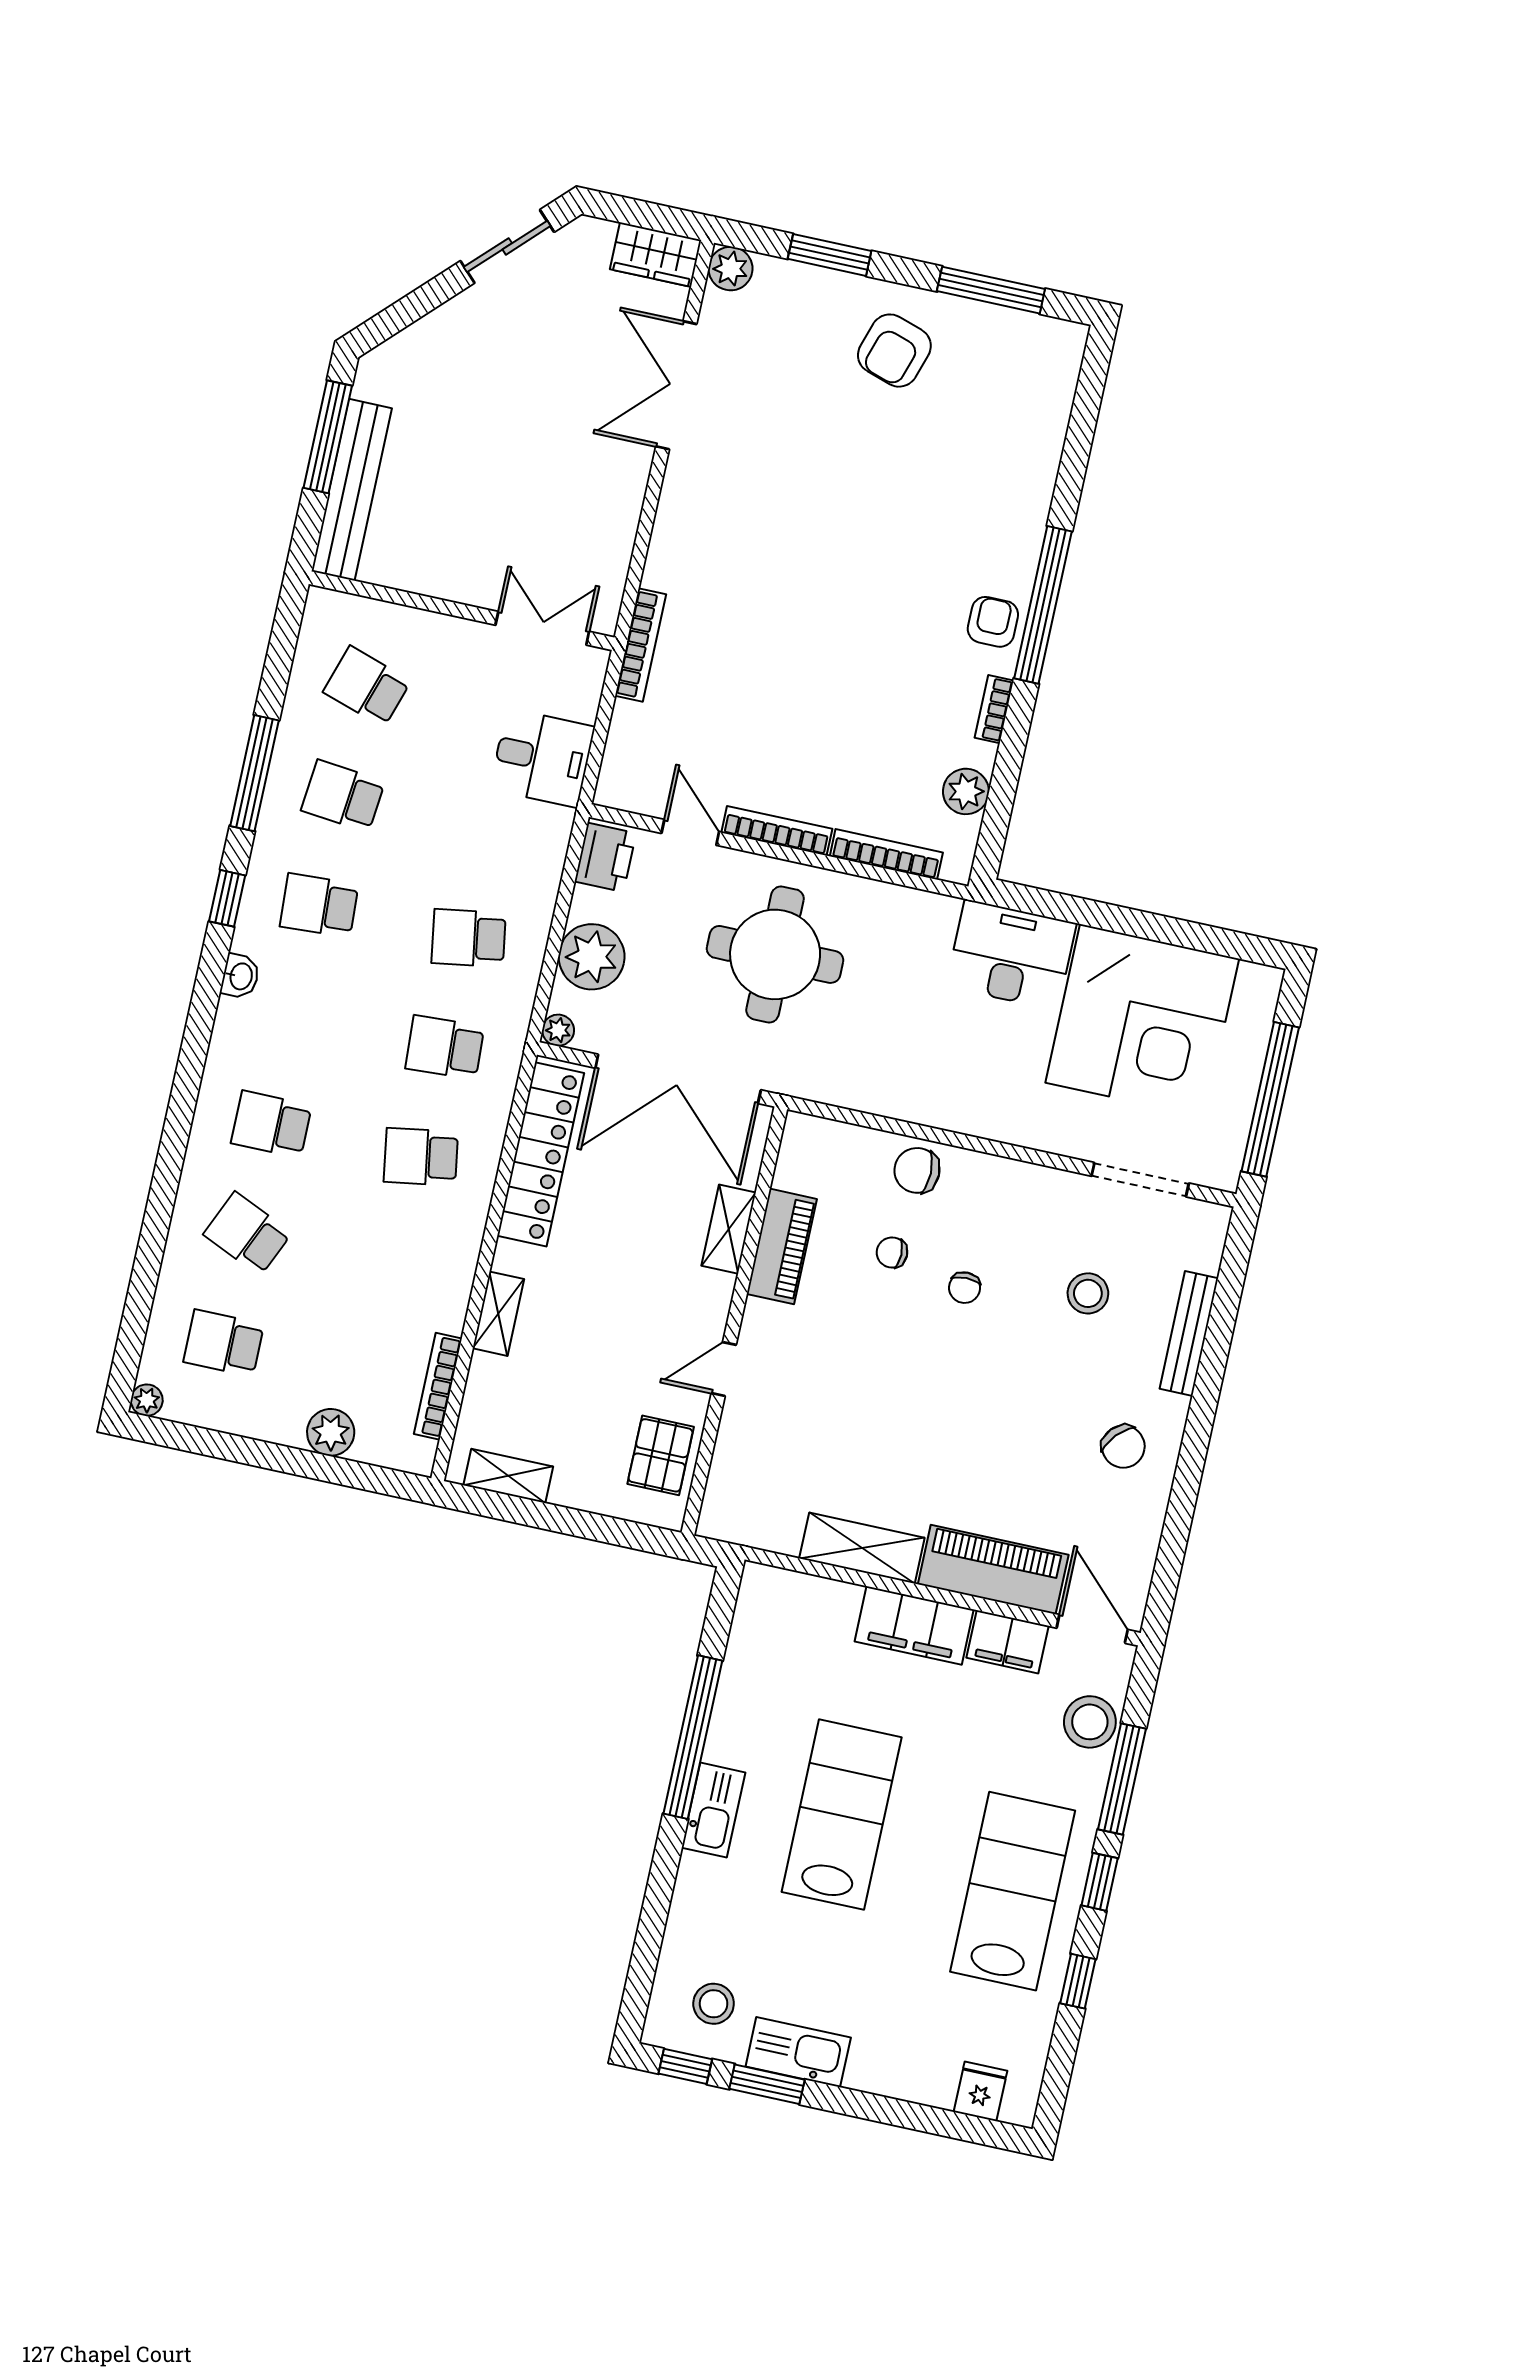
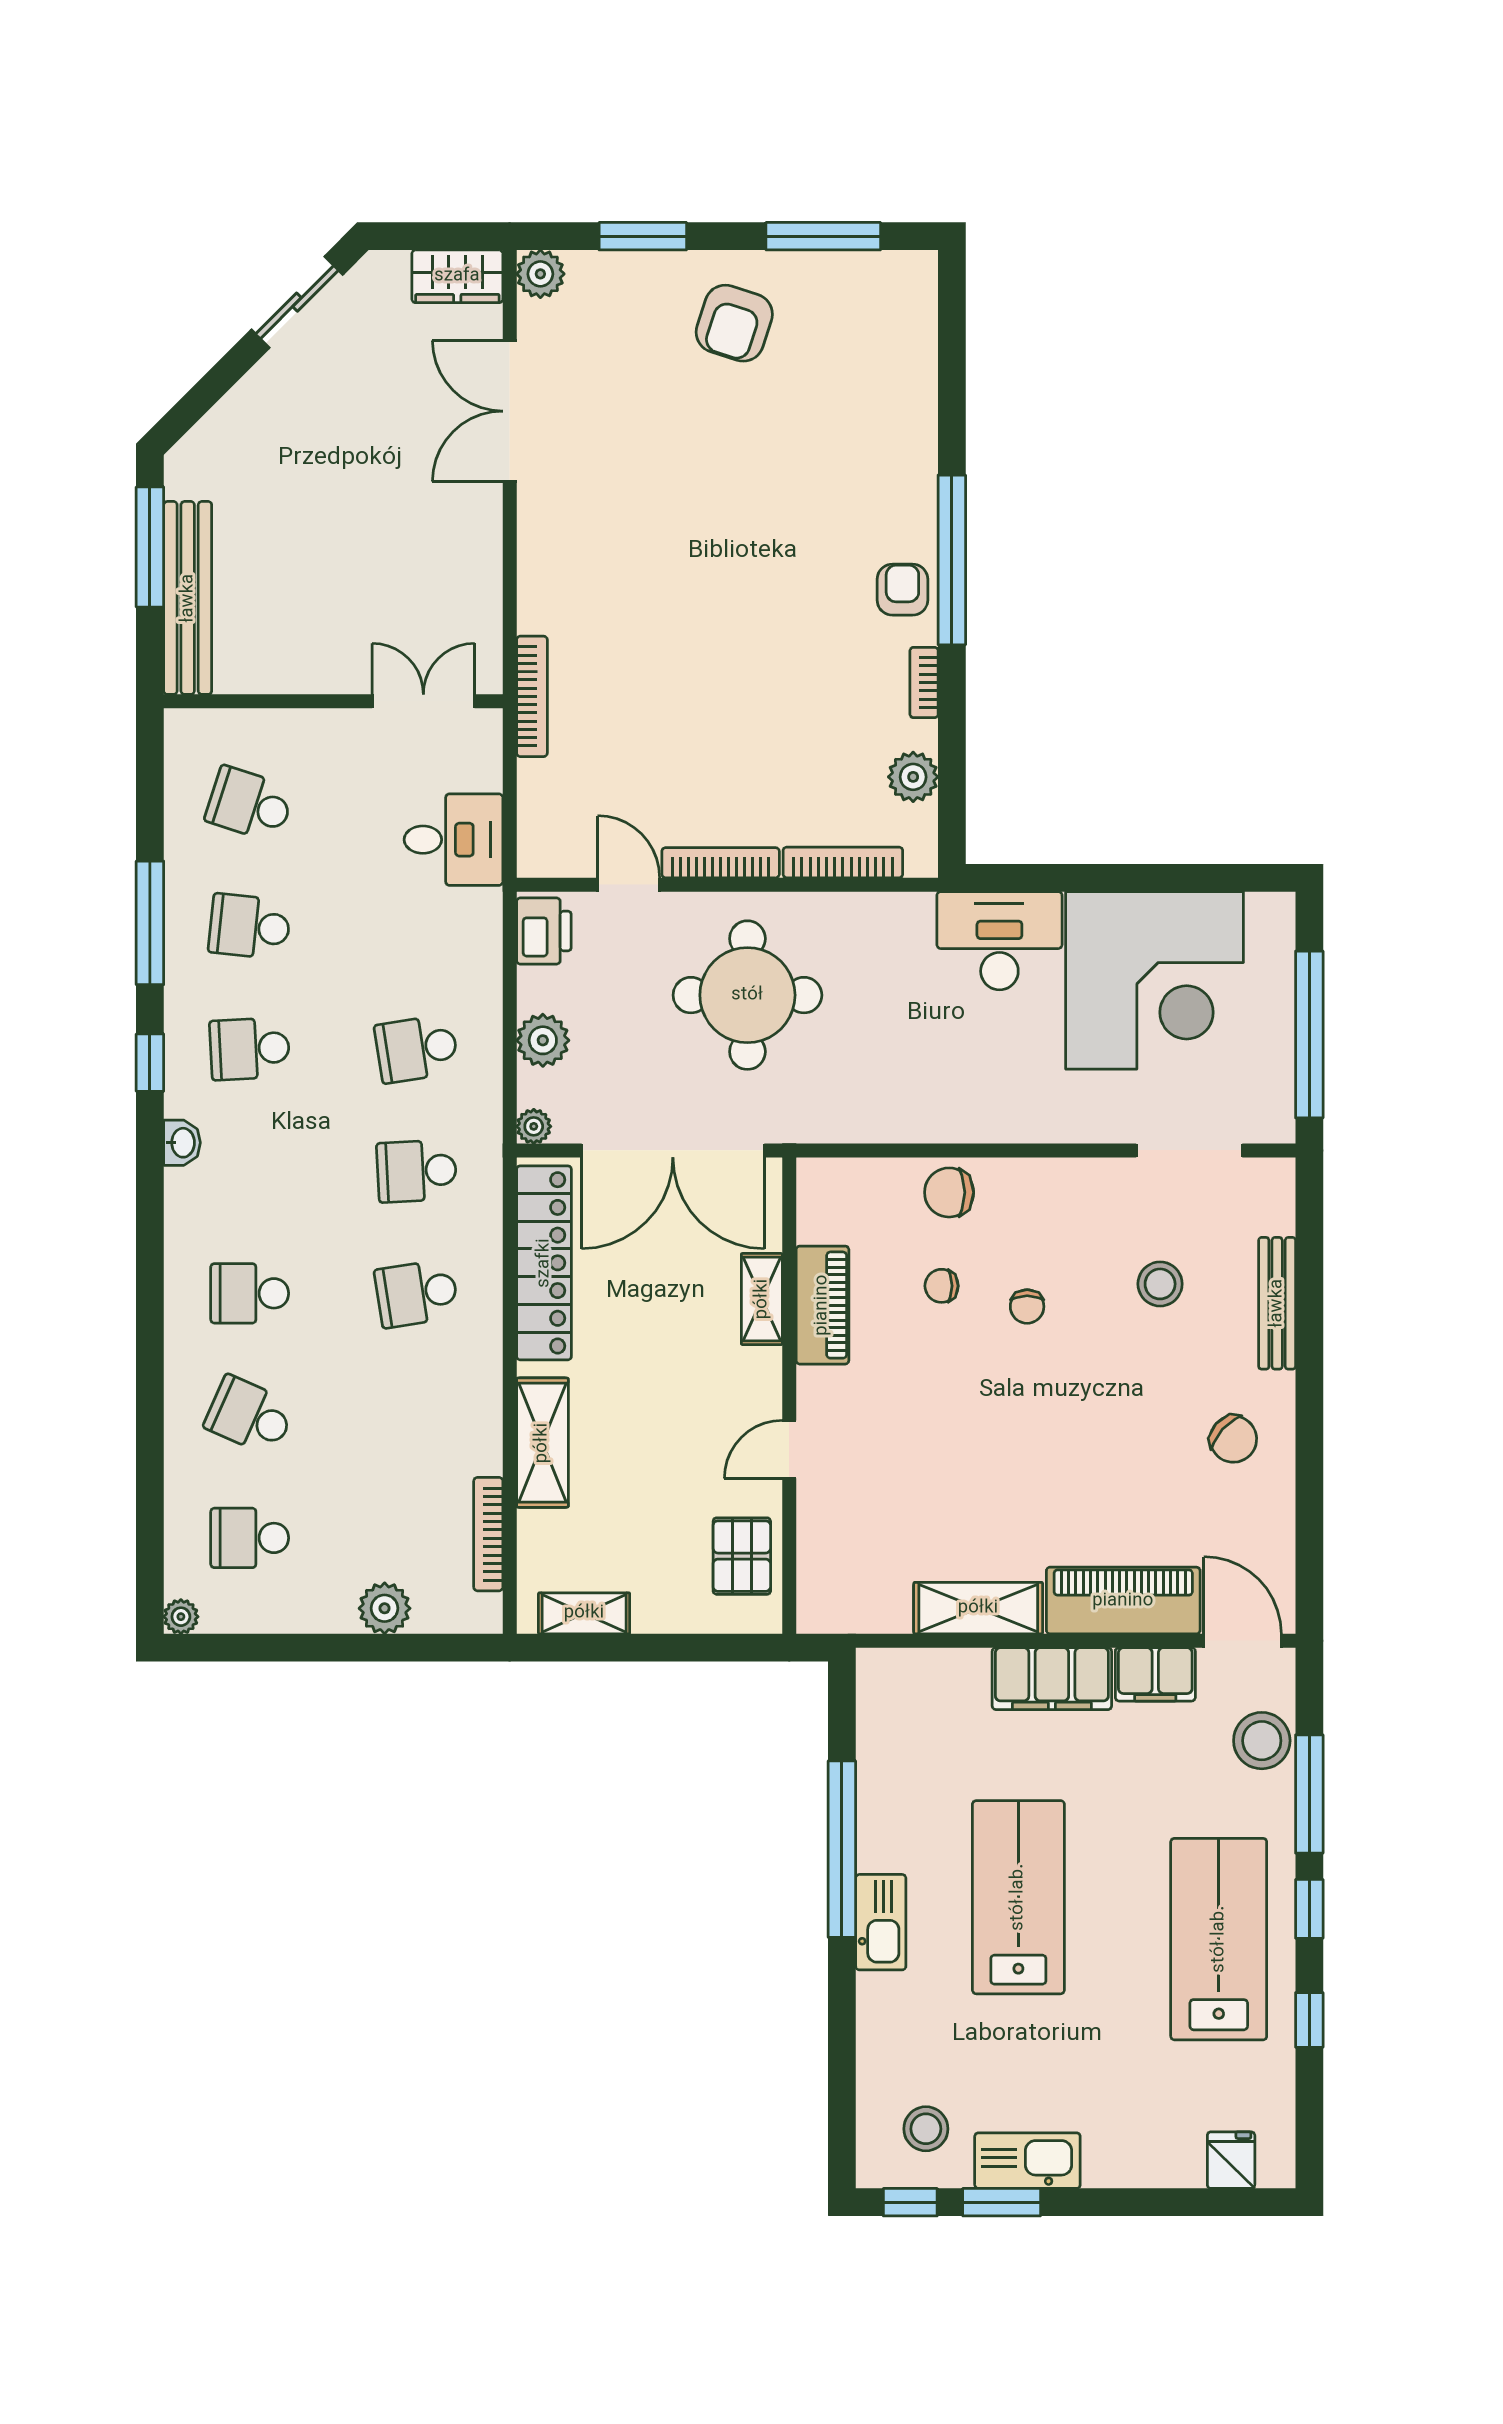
plant: (592, 957) -> (543, 1040), width x0.73, depth x0.73
shelving: (498, 1314) -> (542, 1443), width x1.50, depth x1.33

